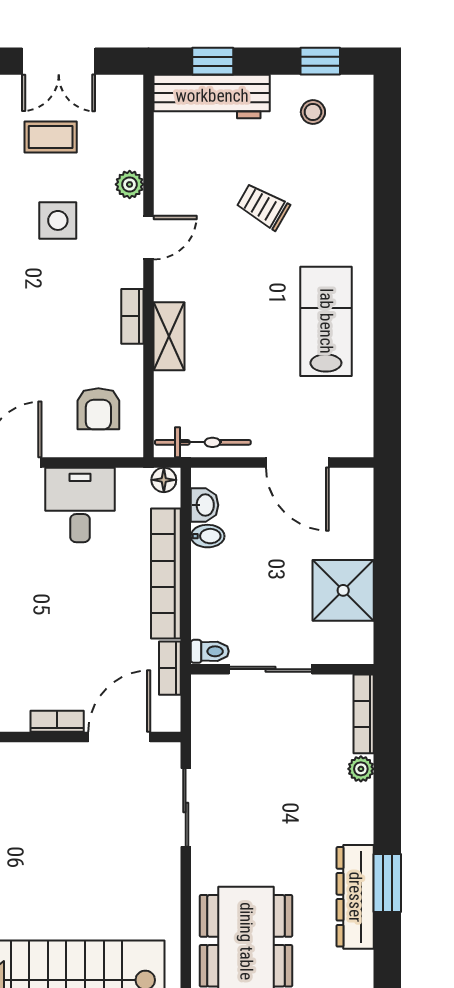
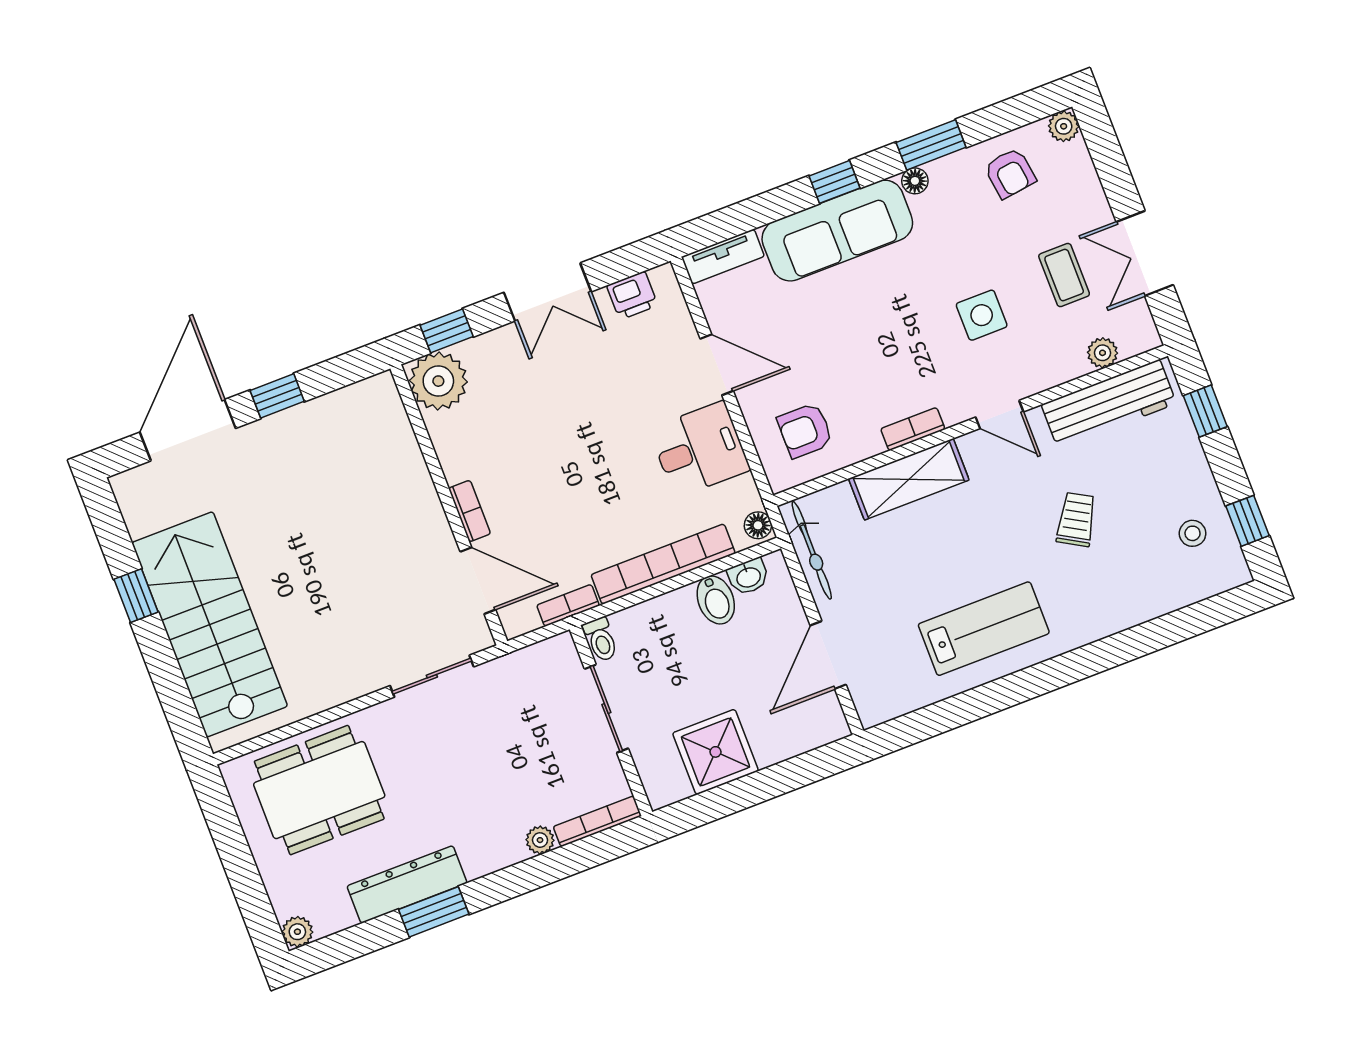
workbench: (212, 96) -> (1109, 404), moved, turned -90
plant: (130, 184) -> (1103, 353), moved
shelving: (169, 336) -> (909, 479), width x1.50, depth x1.33
bidet: (208, 536) -> (716, 600), width x1.38, depth x1.36

